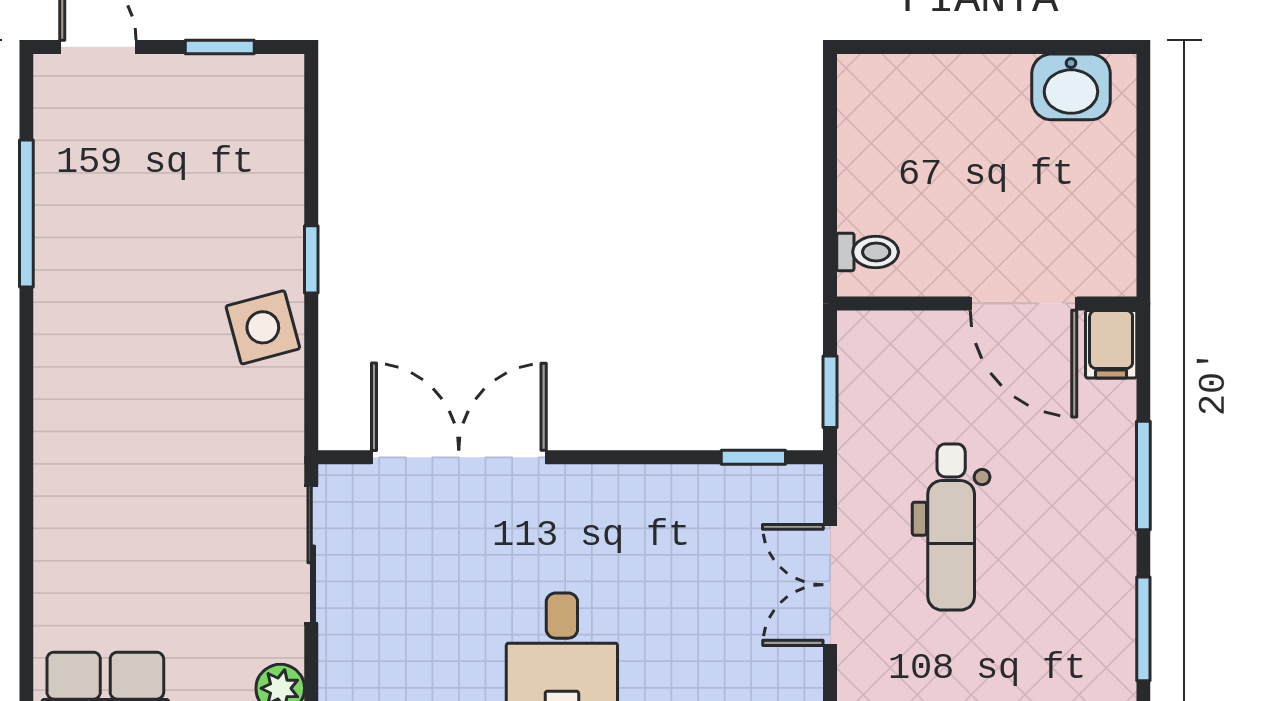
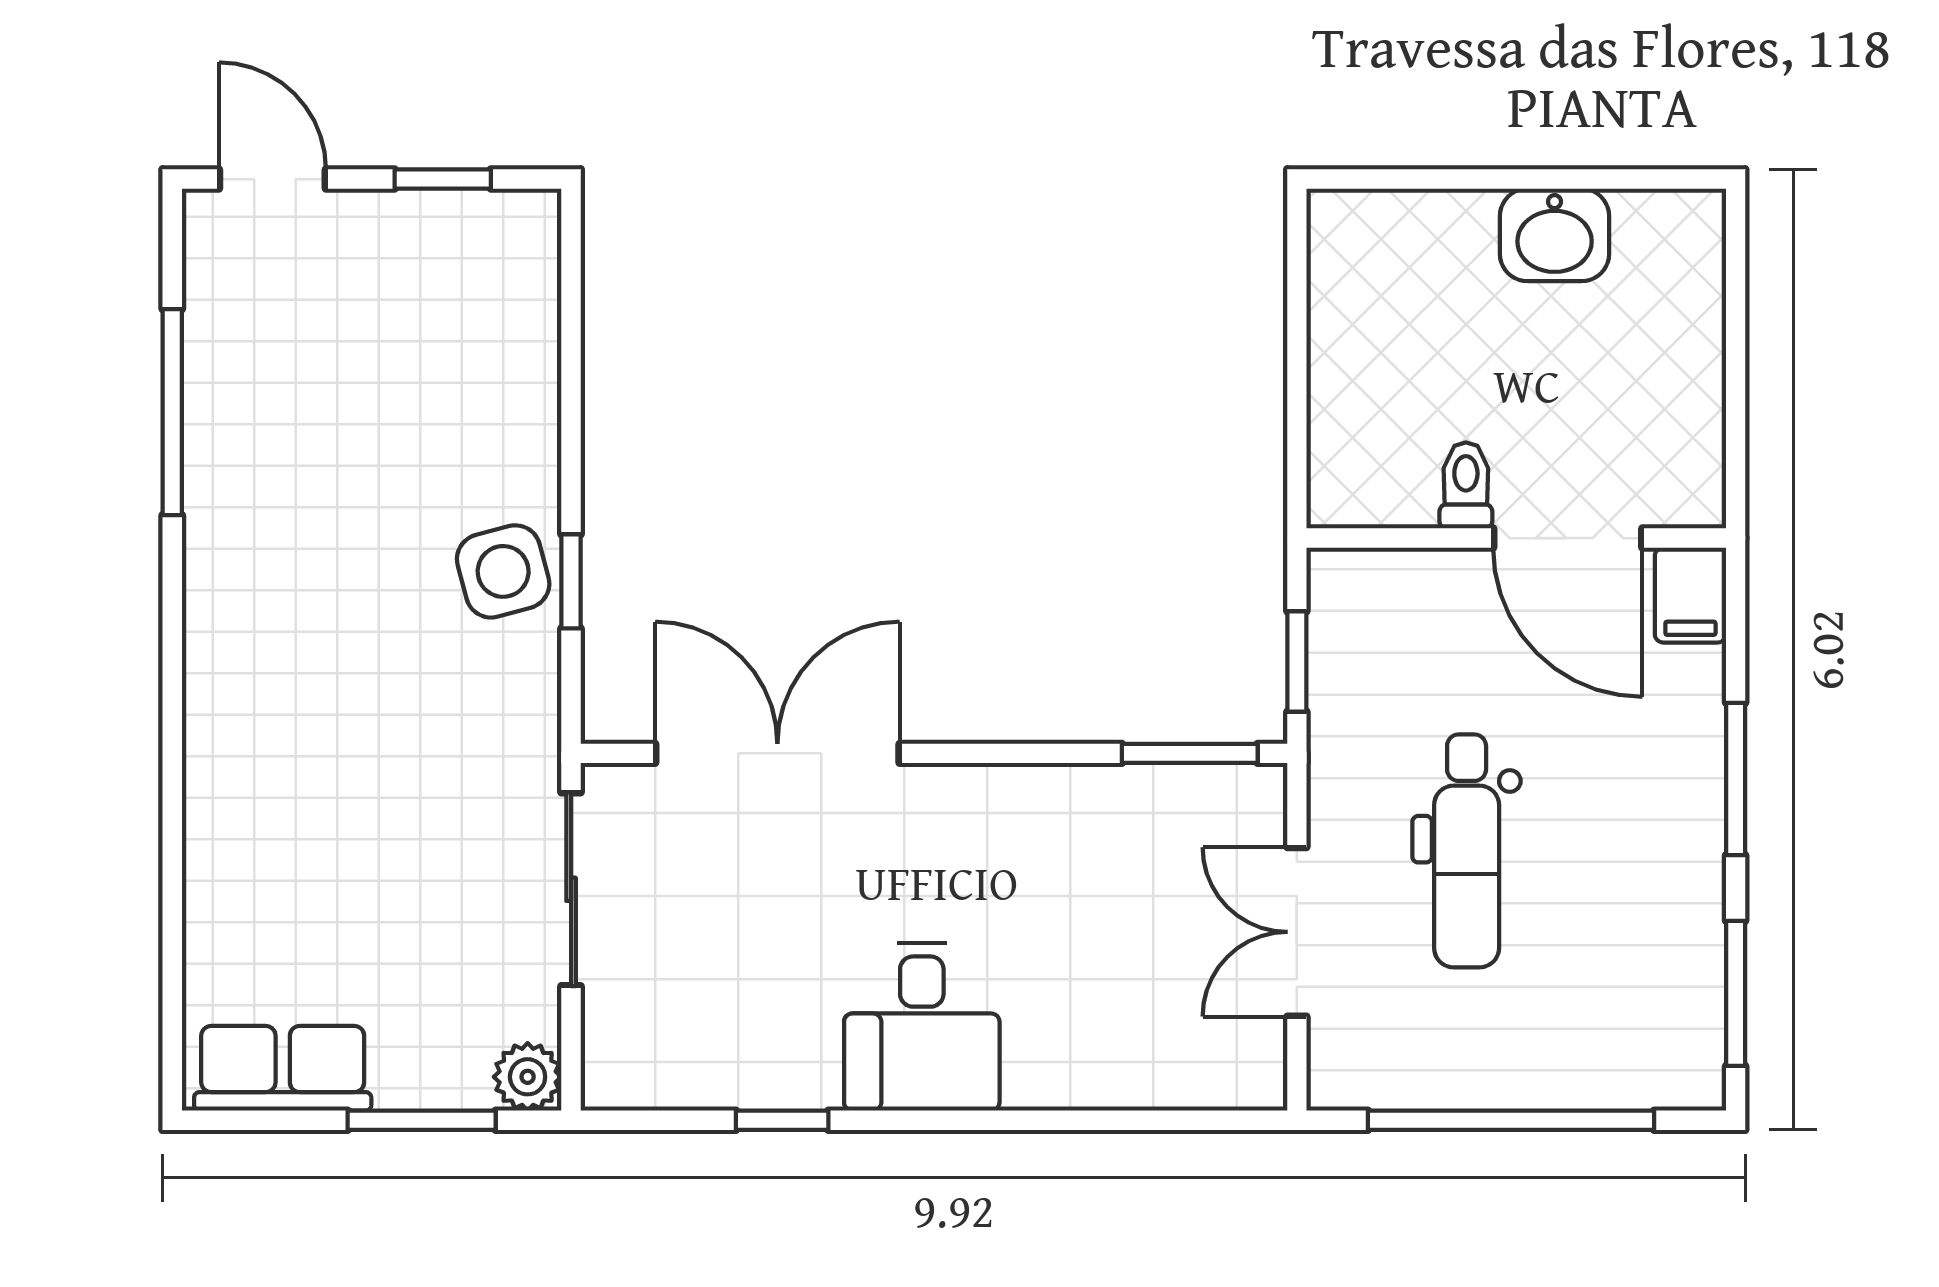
washbasin: (1071, 87) -> (1555, 235), moved
toilet: (868, 252) -> (1466, 485), moved, turned -90
window: (311, 259) -> (571, 581), moved
window: (753, 457) -> (1190, 753), width x1.50

